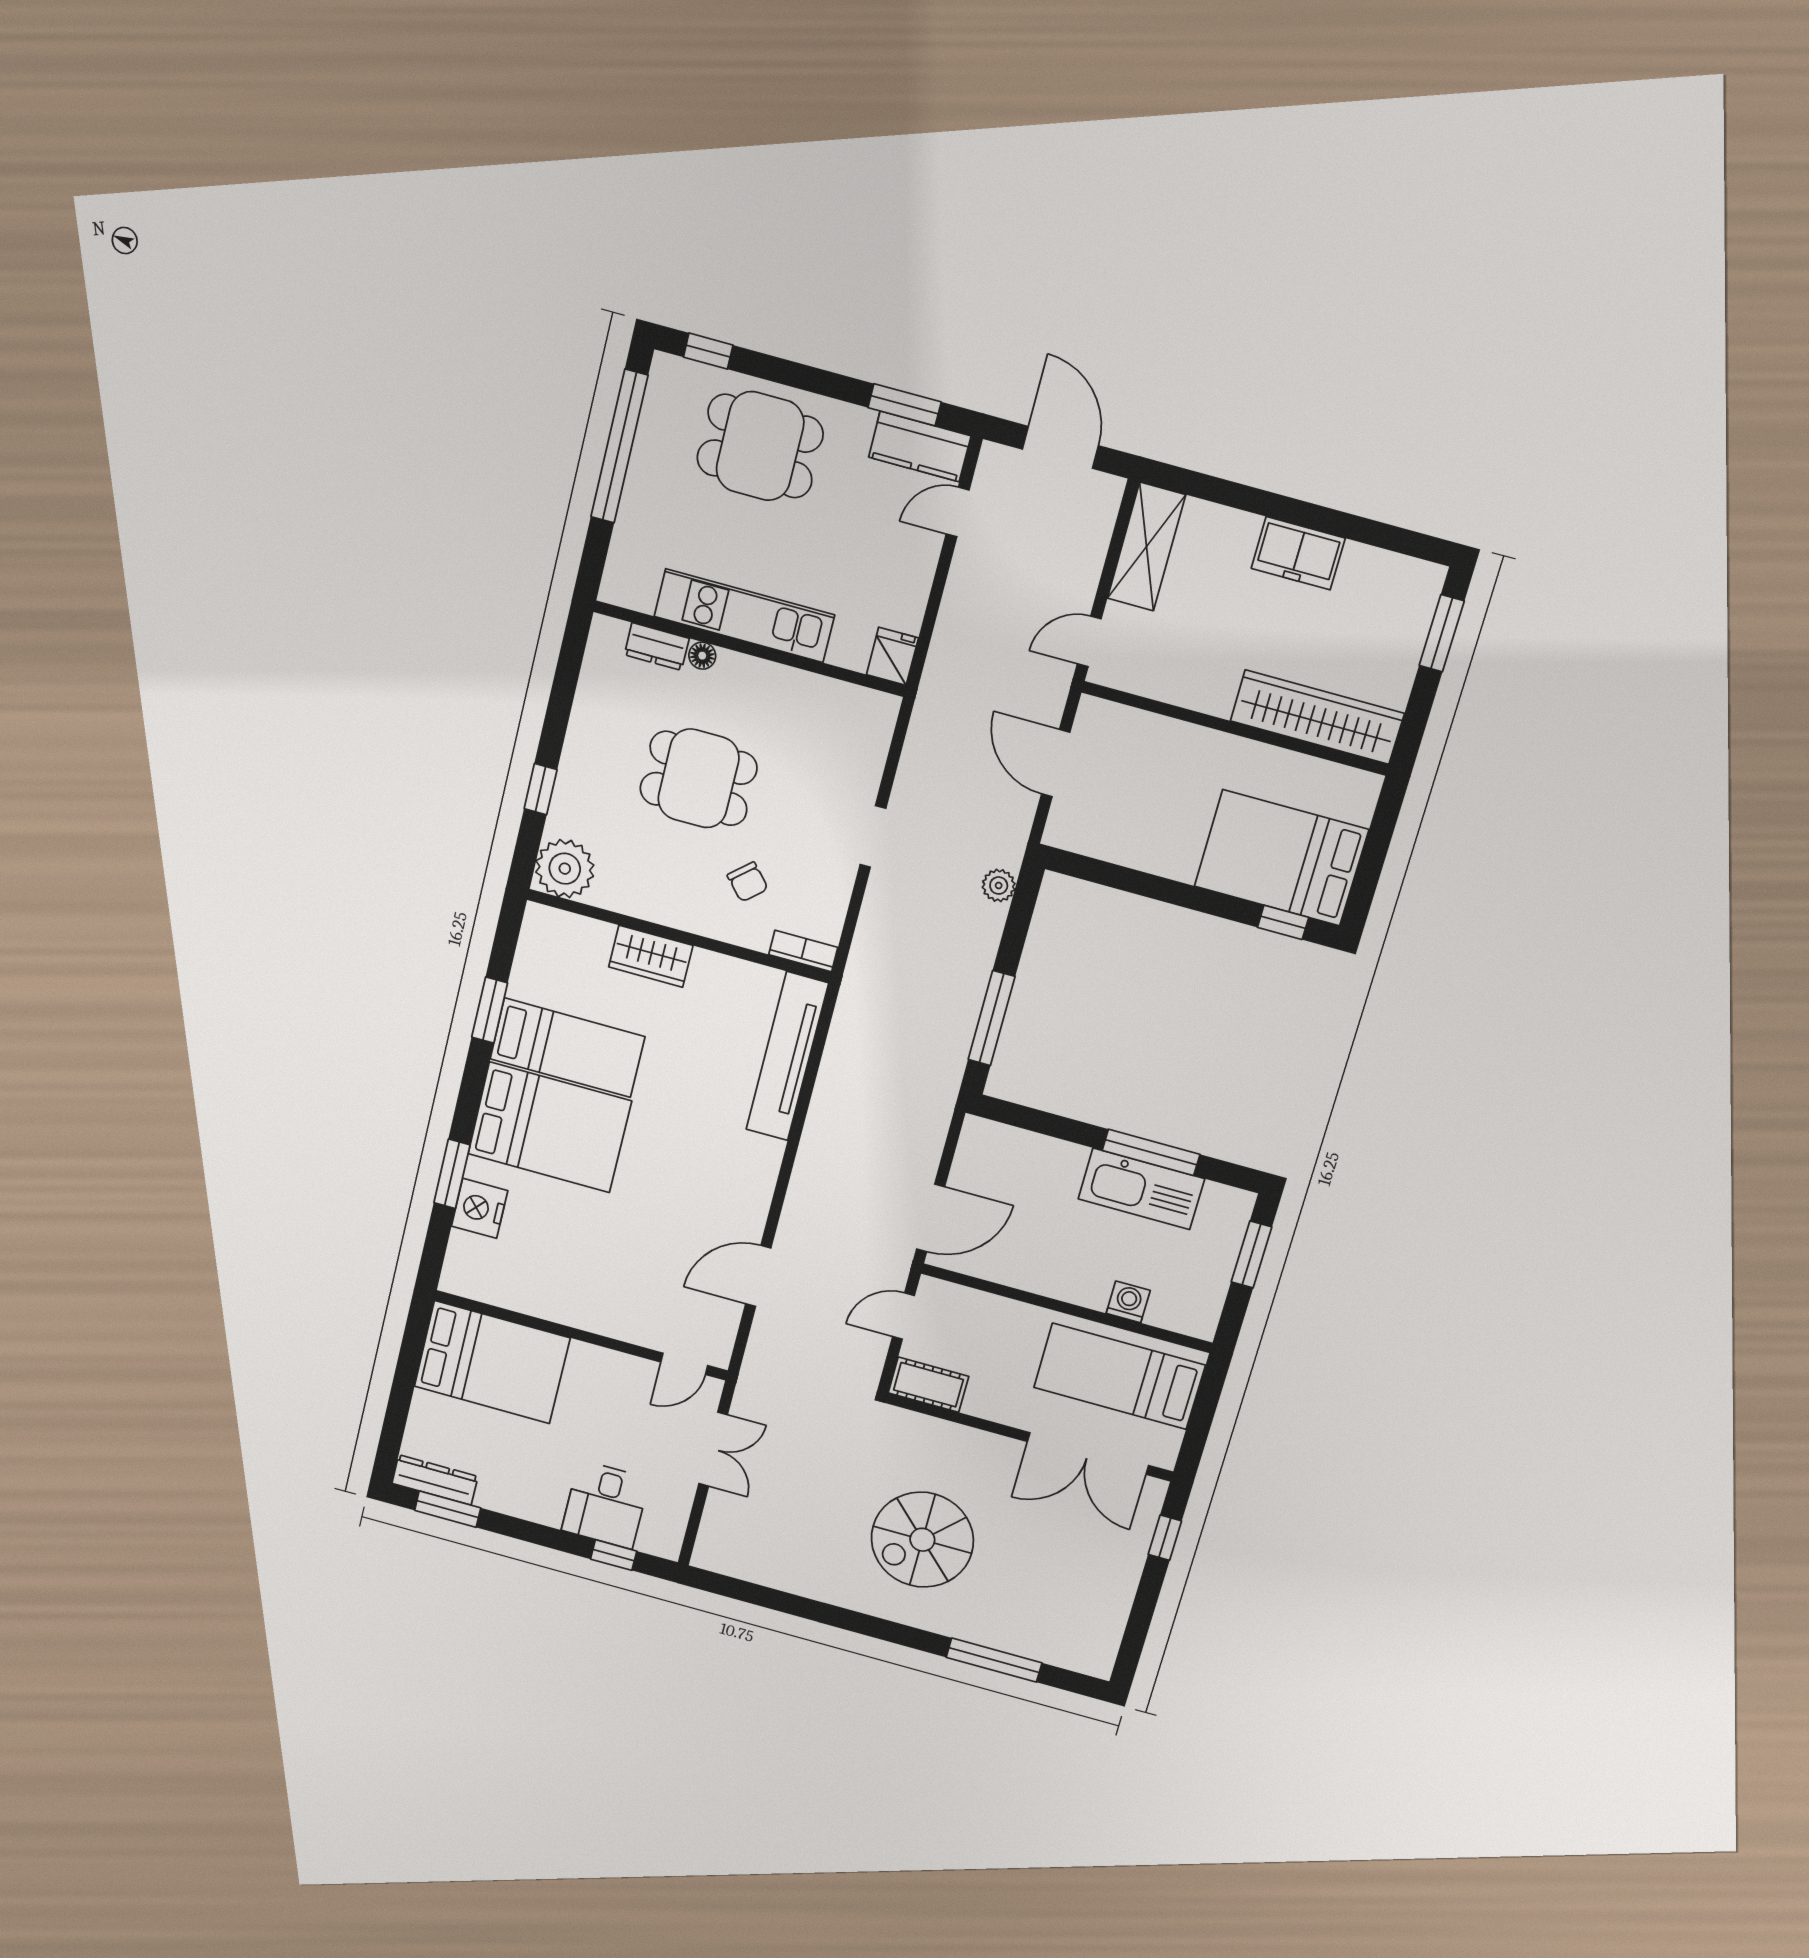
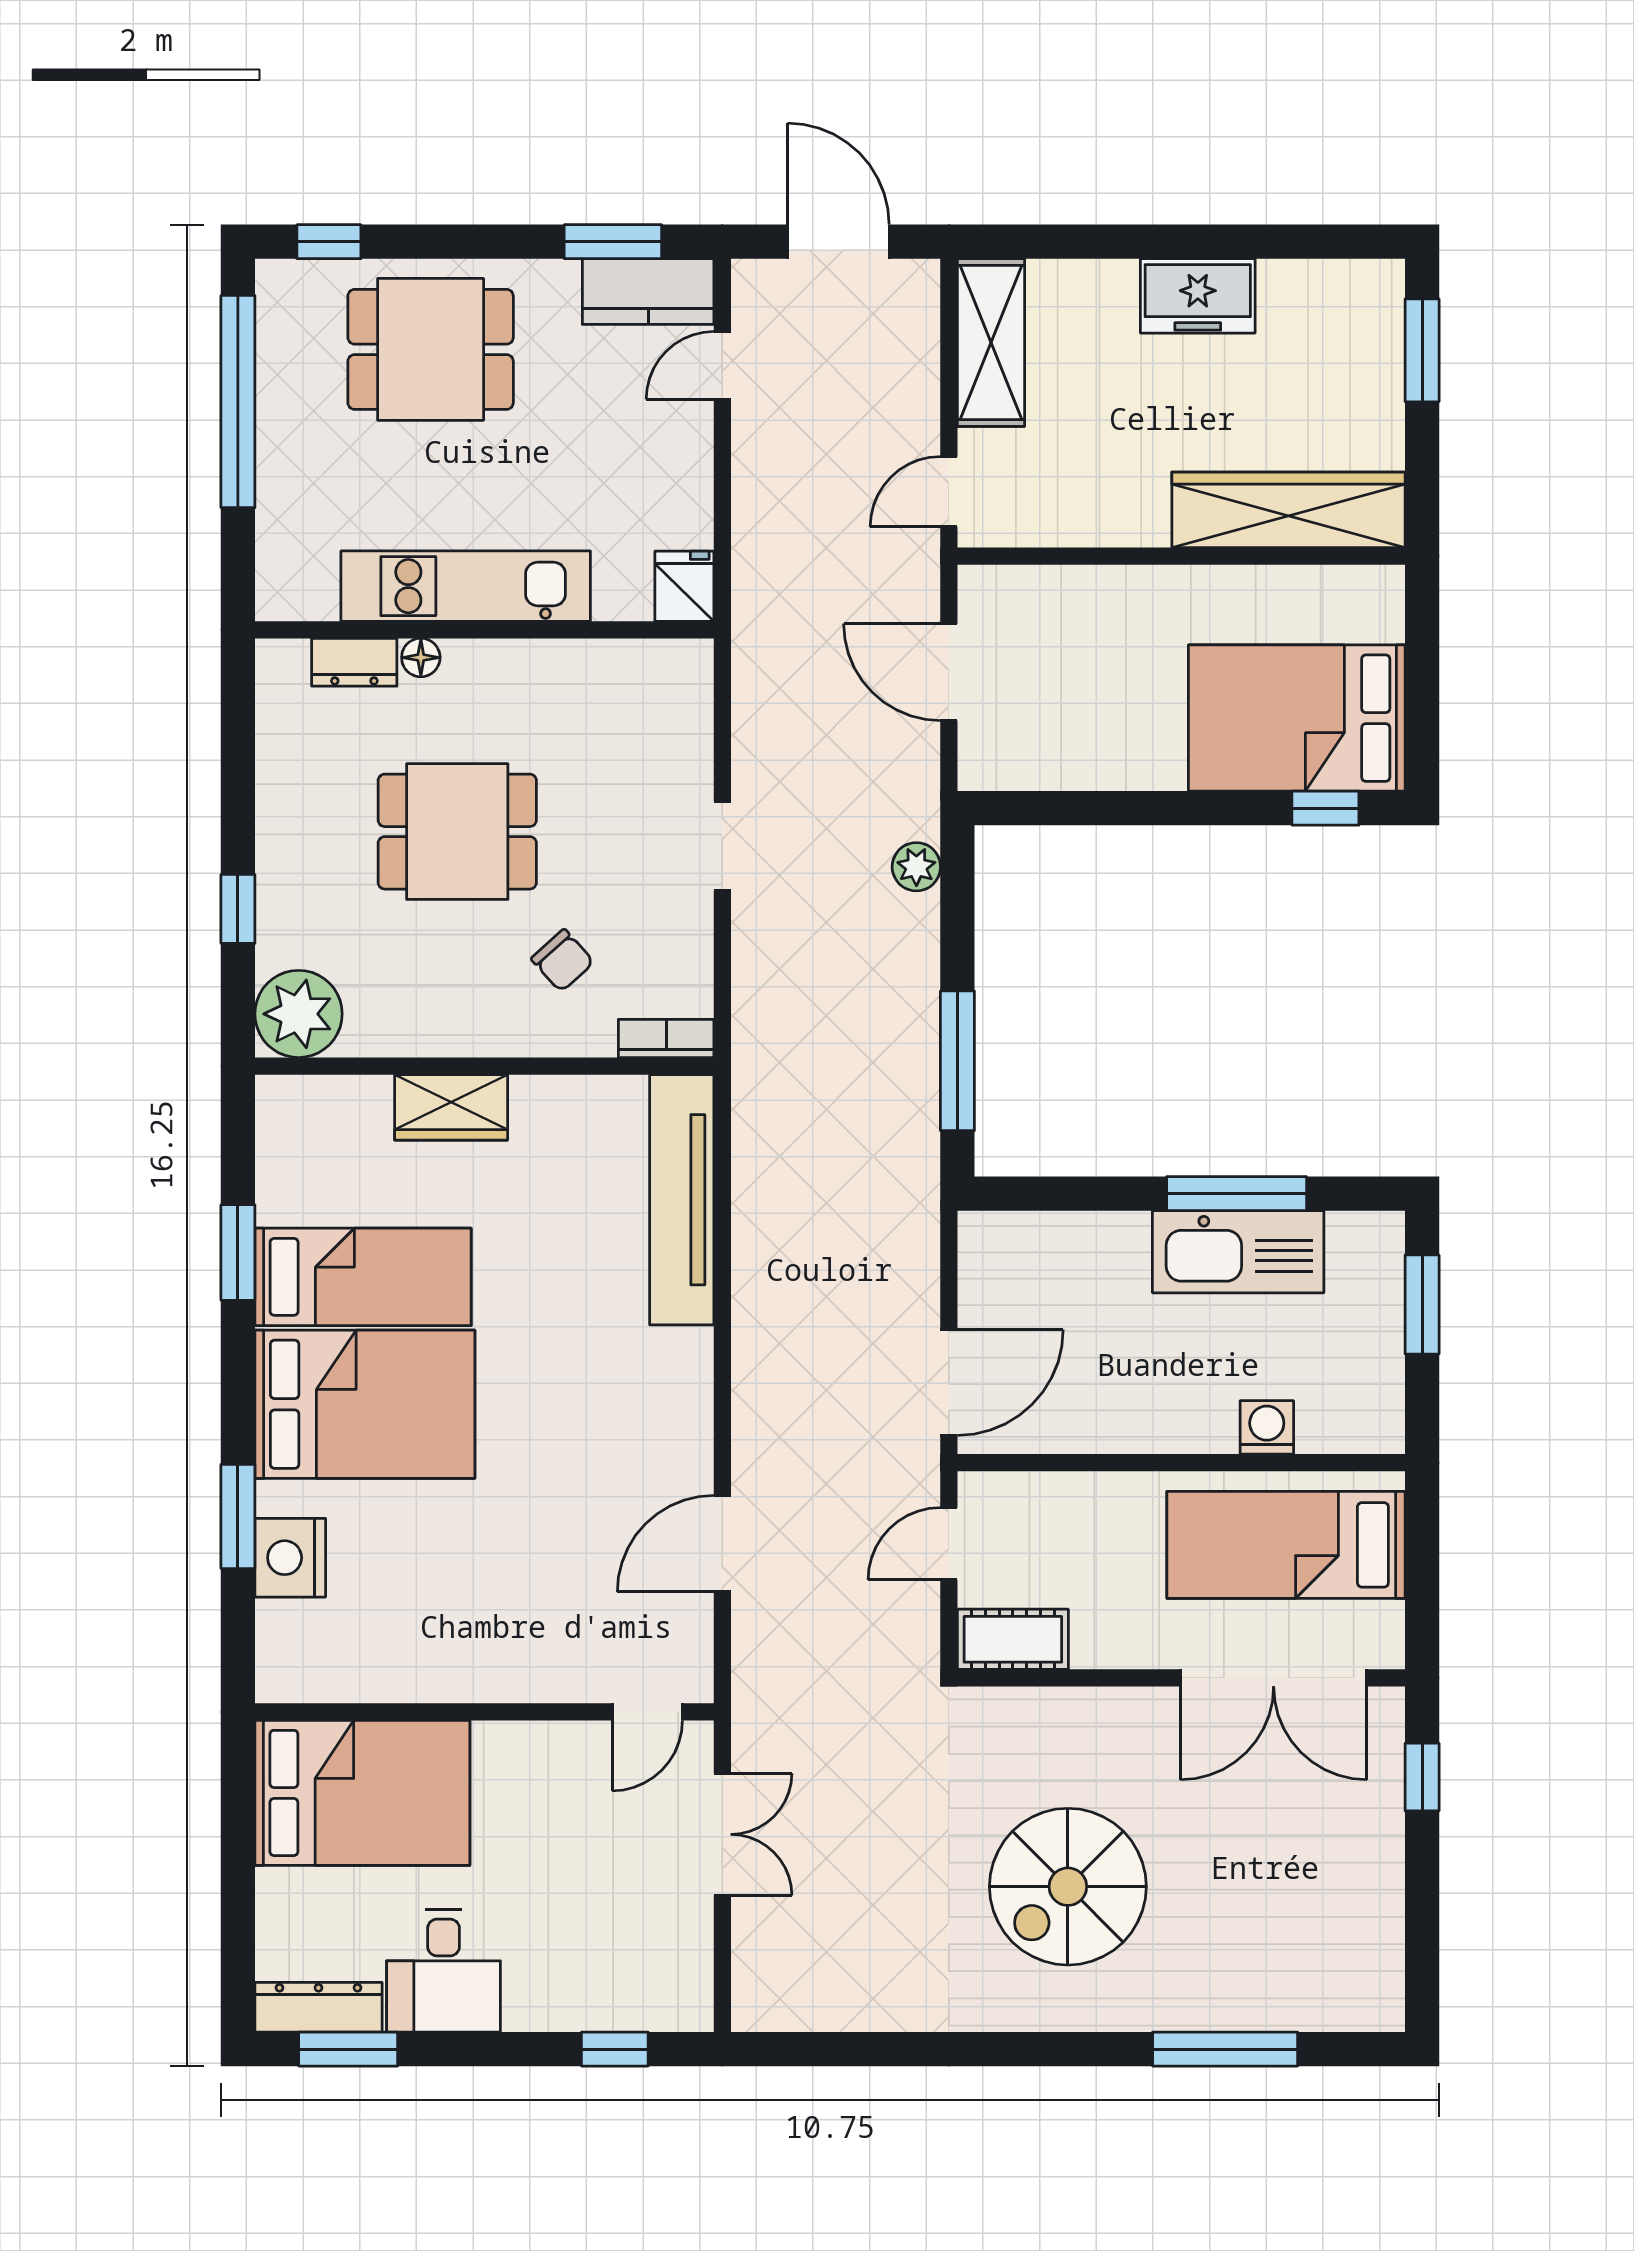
desk: (606, 1504) -> (444, 1971), moved

